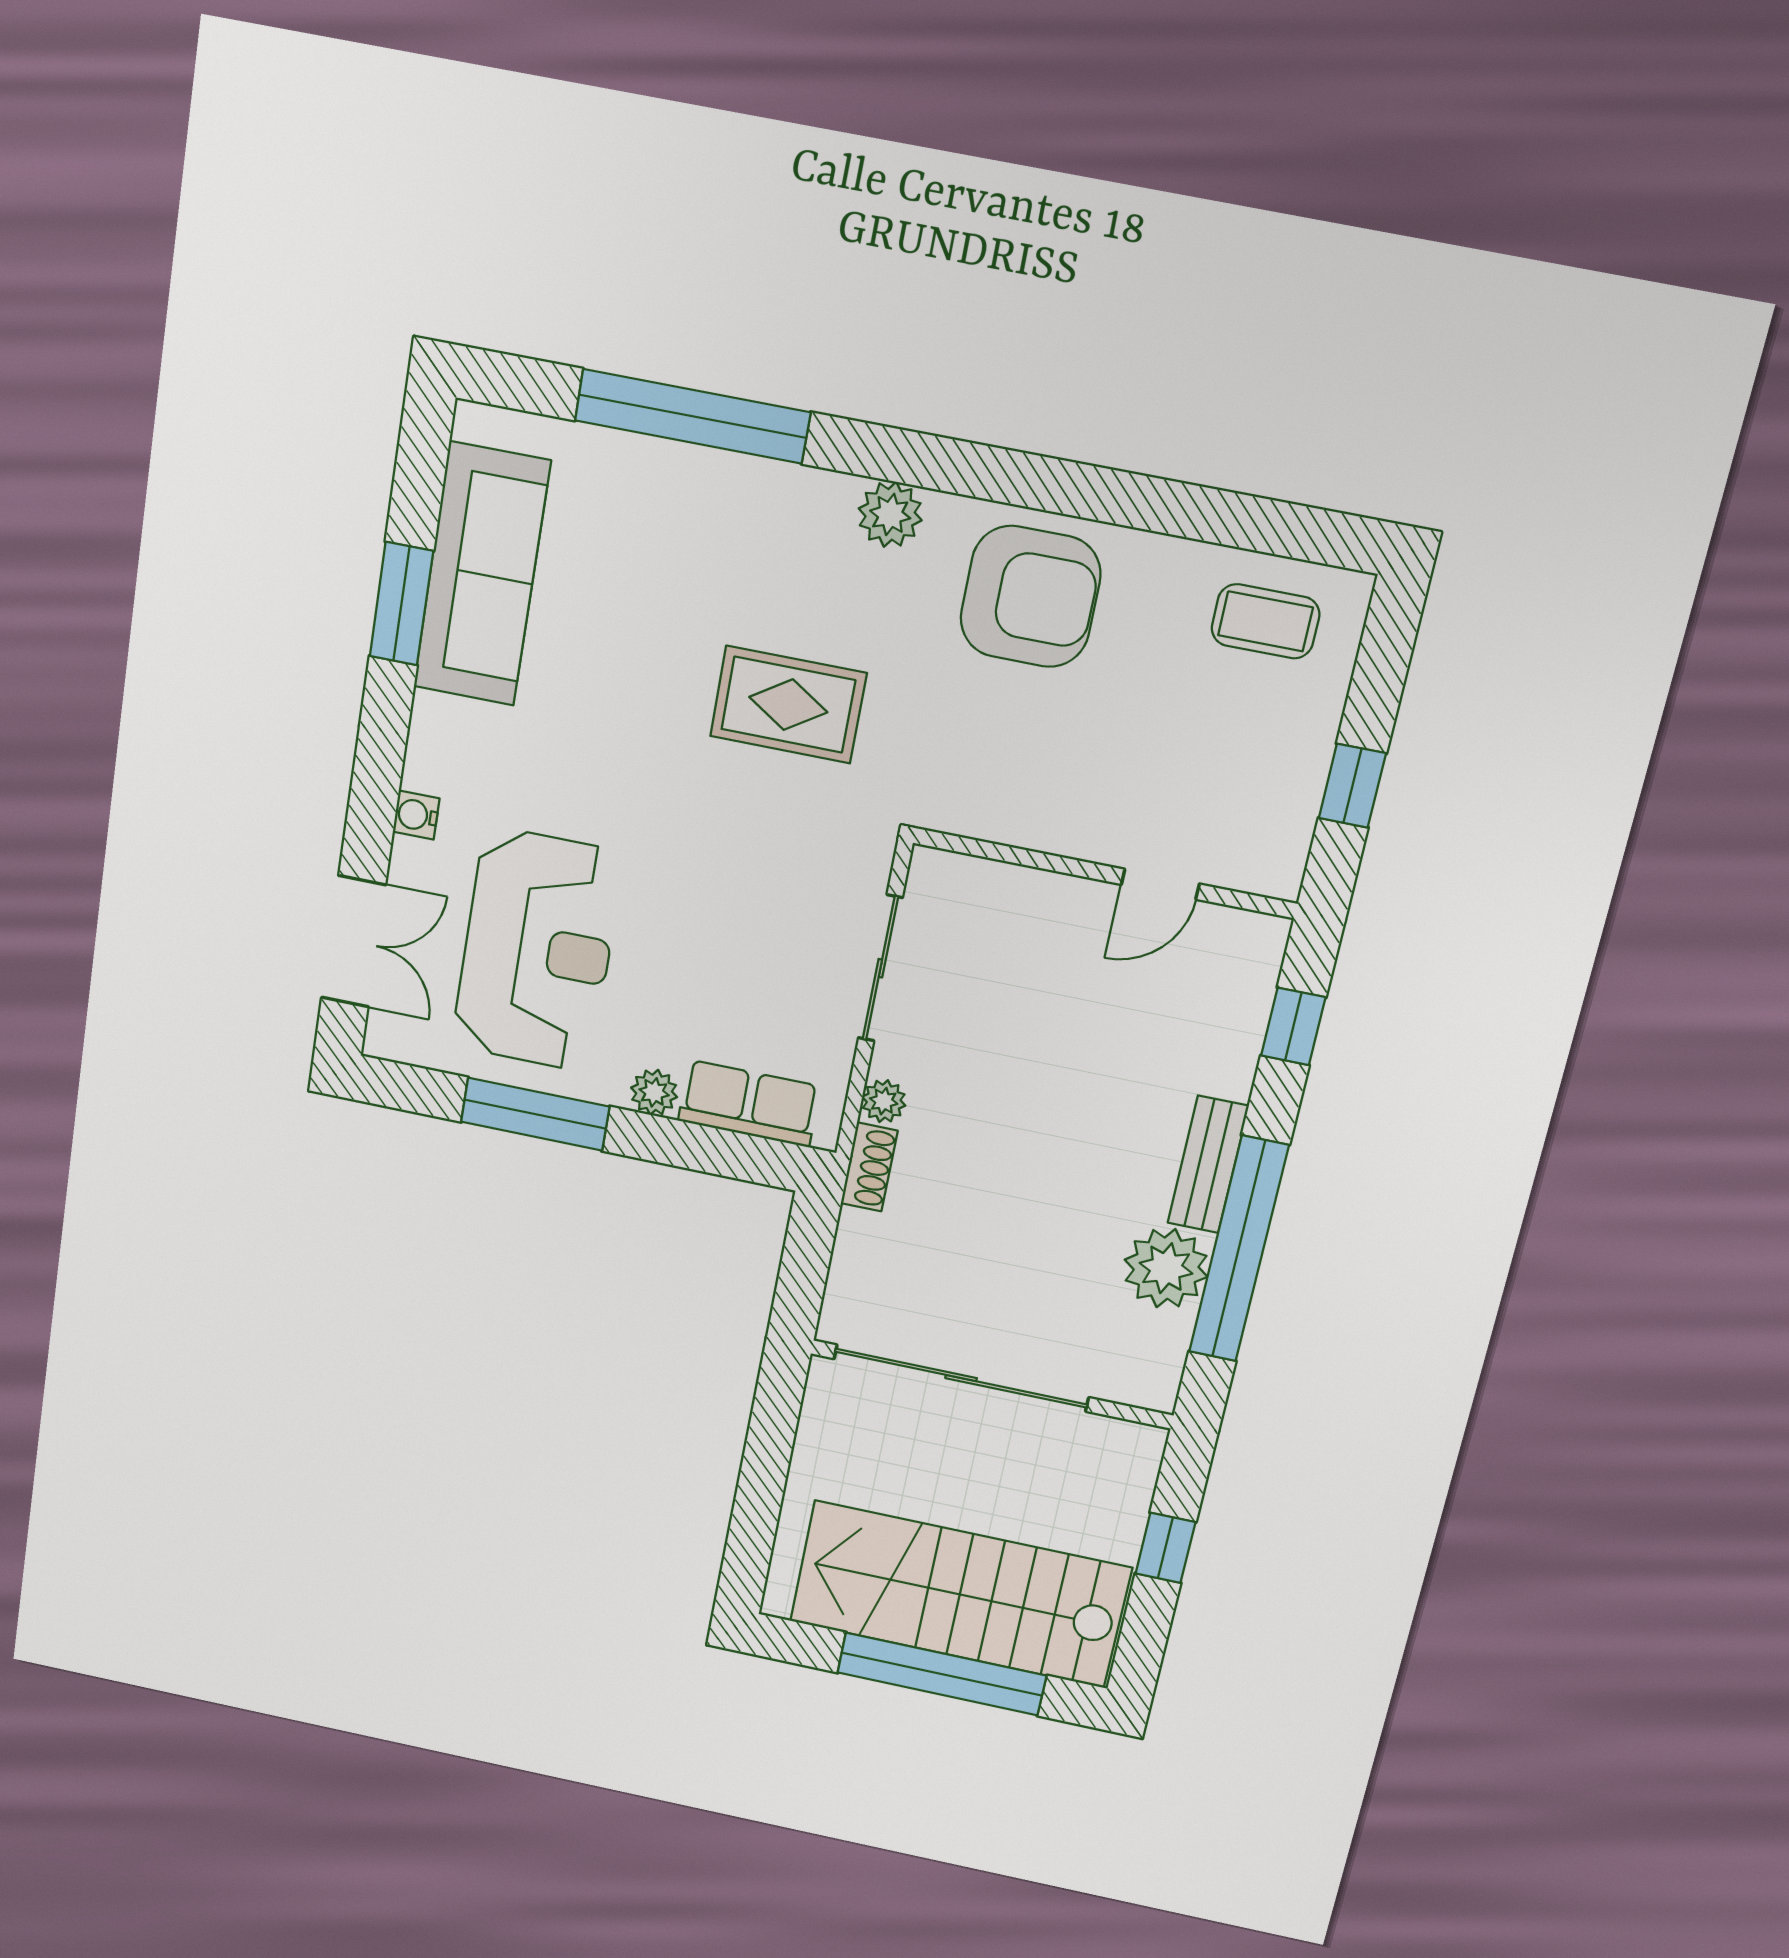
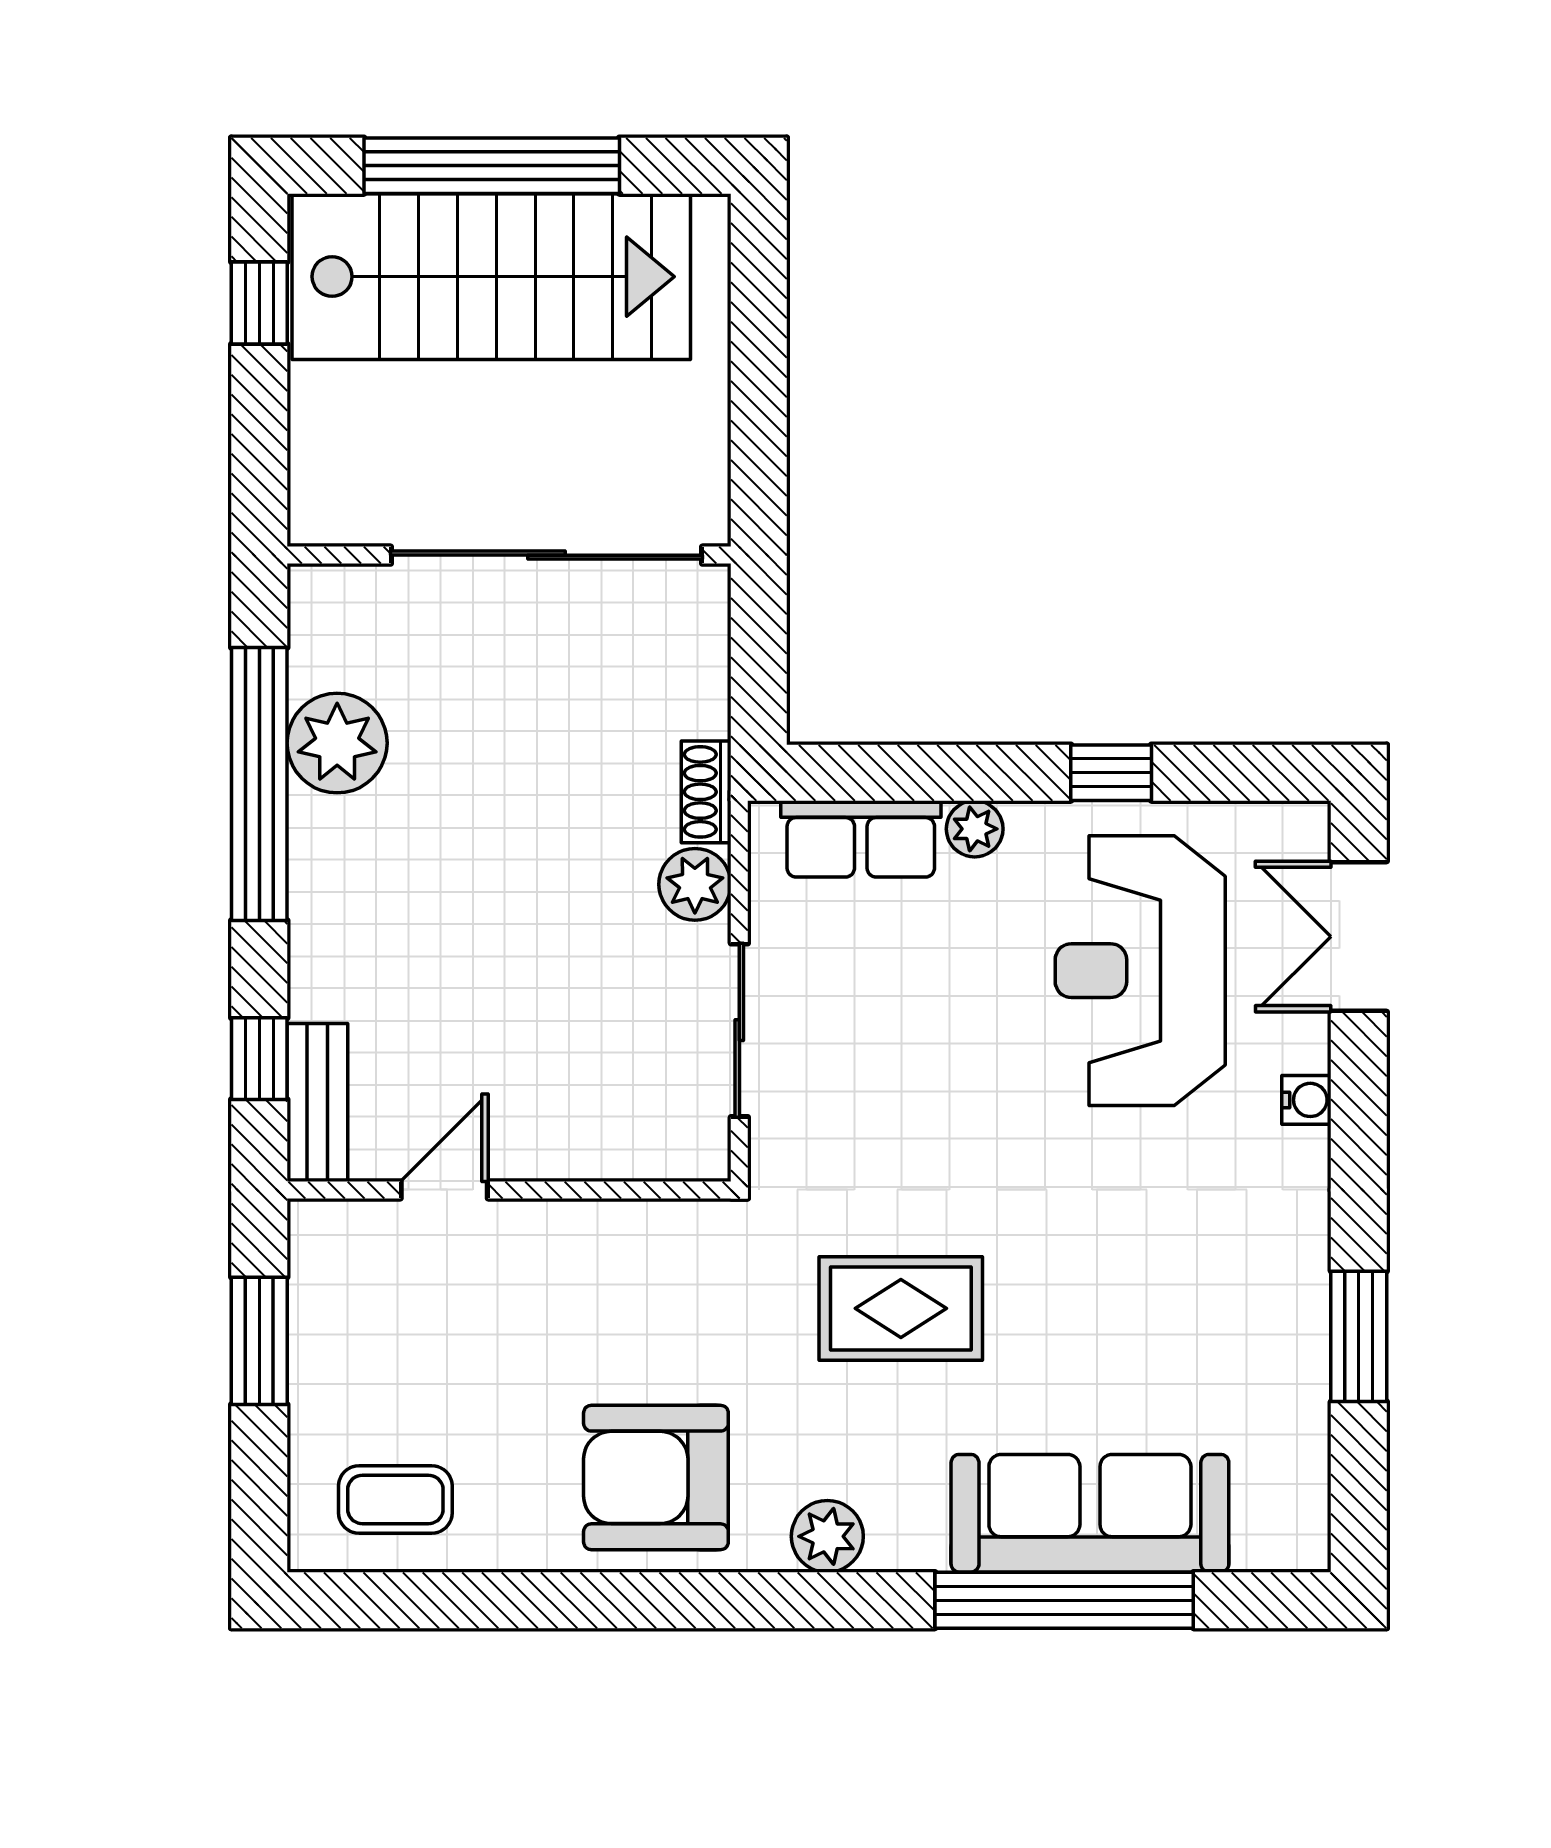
sofa: (482, 575) -> (1090, 1513), moved, turned 90
window: (1352, 786) -> (259, 1341), width x1.50
plant: (884, 1101) -> (695, 884), width x1.38, depth x1.38
window: (535, 1114) -> (1111, 773), width x0.46
bench: (1208, 1165) -> (317, 1103), moved
window: (1165, 1548) -> (259, 303), moved

